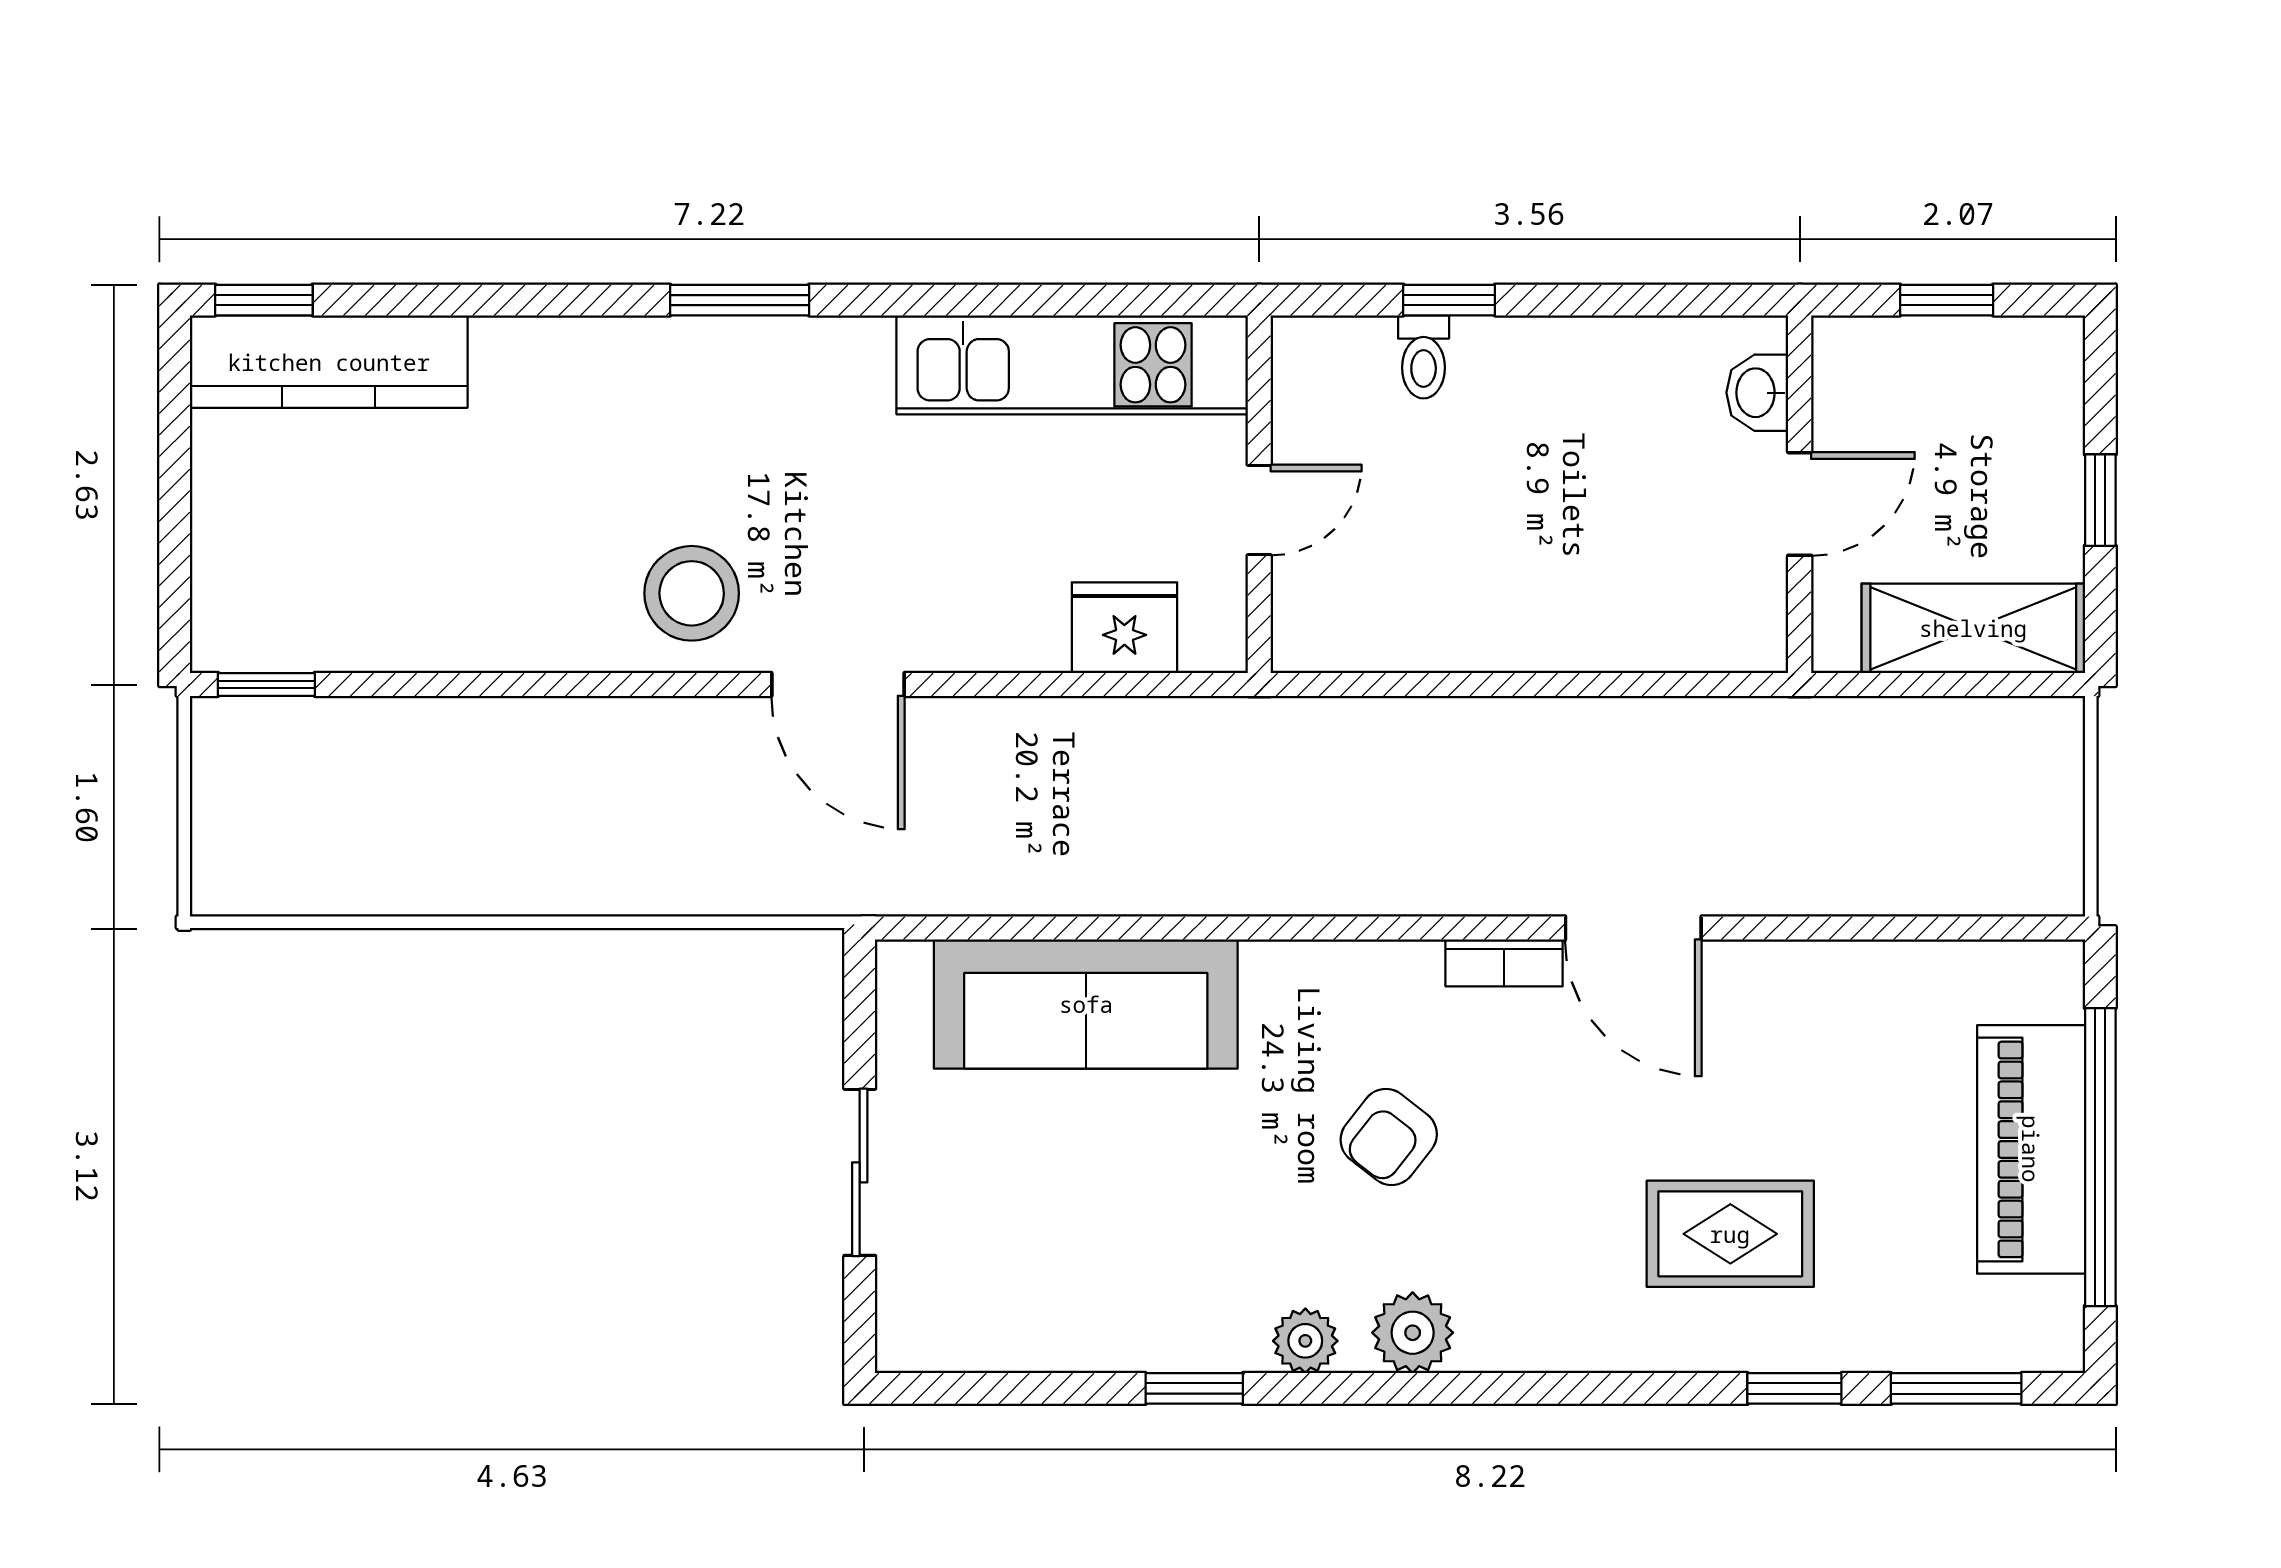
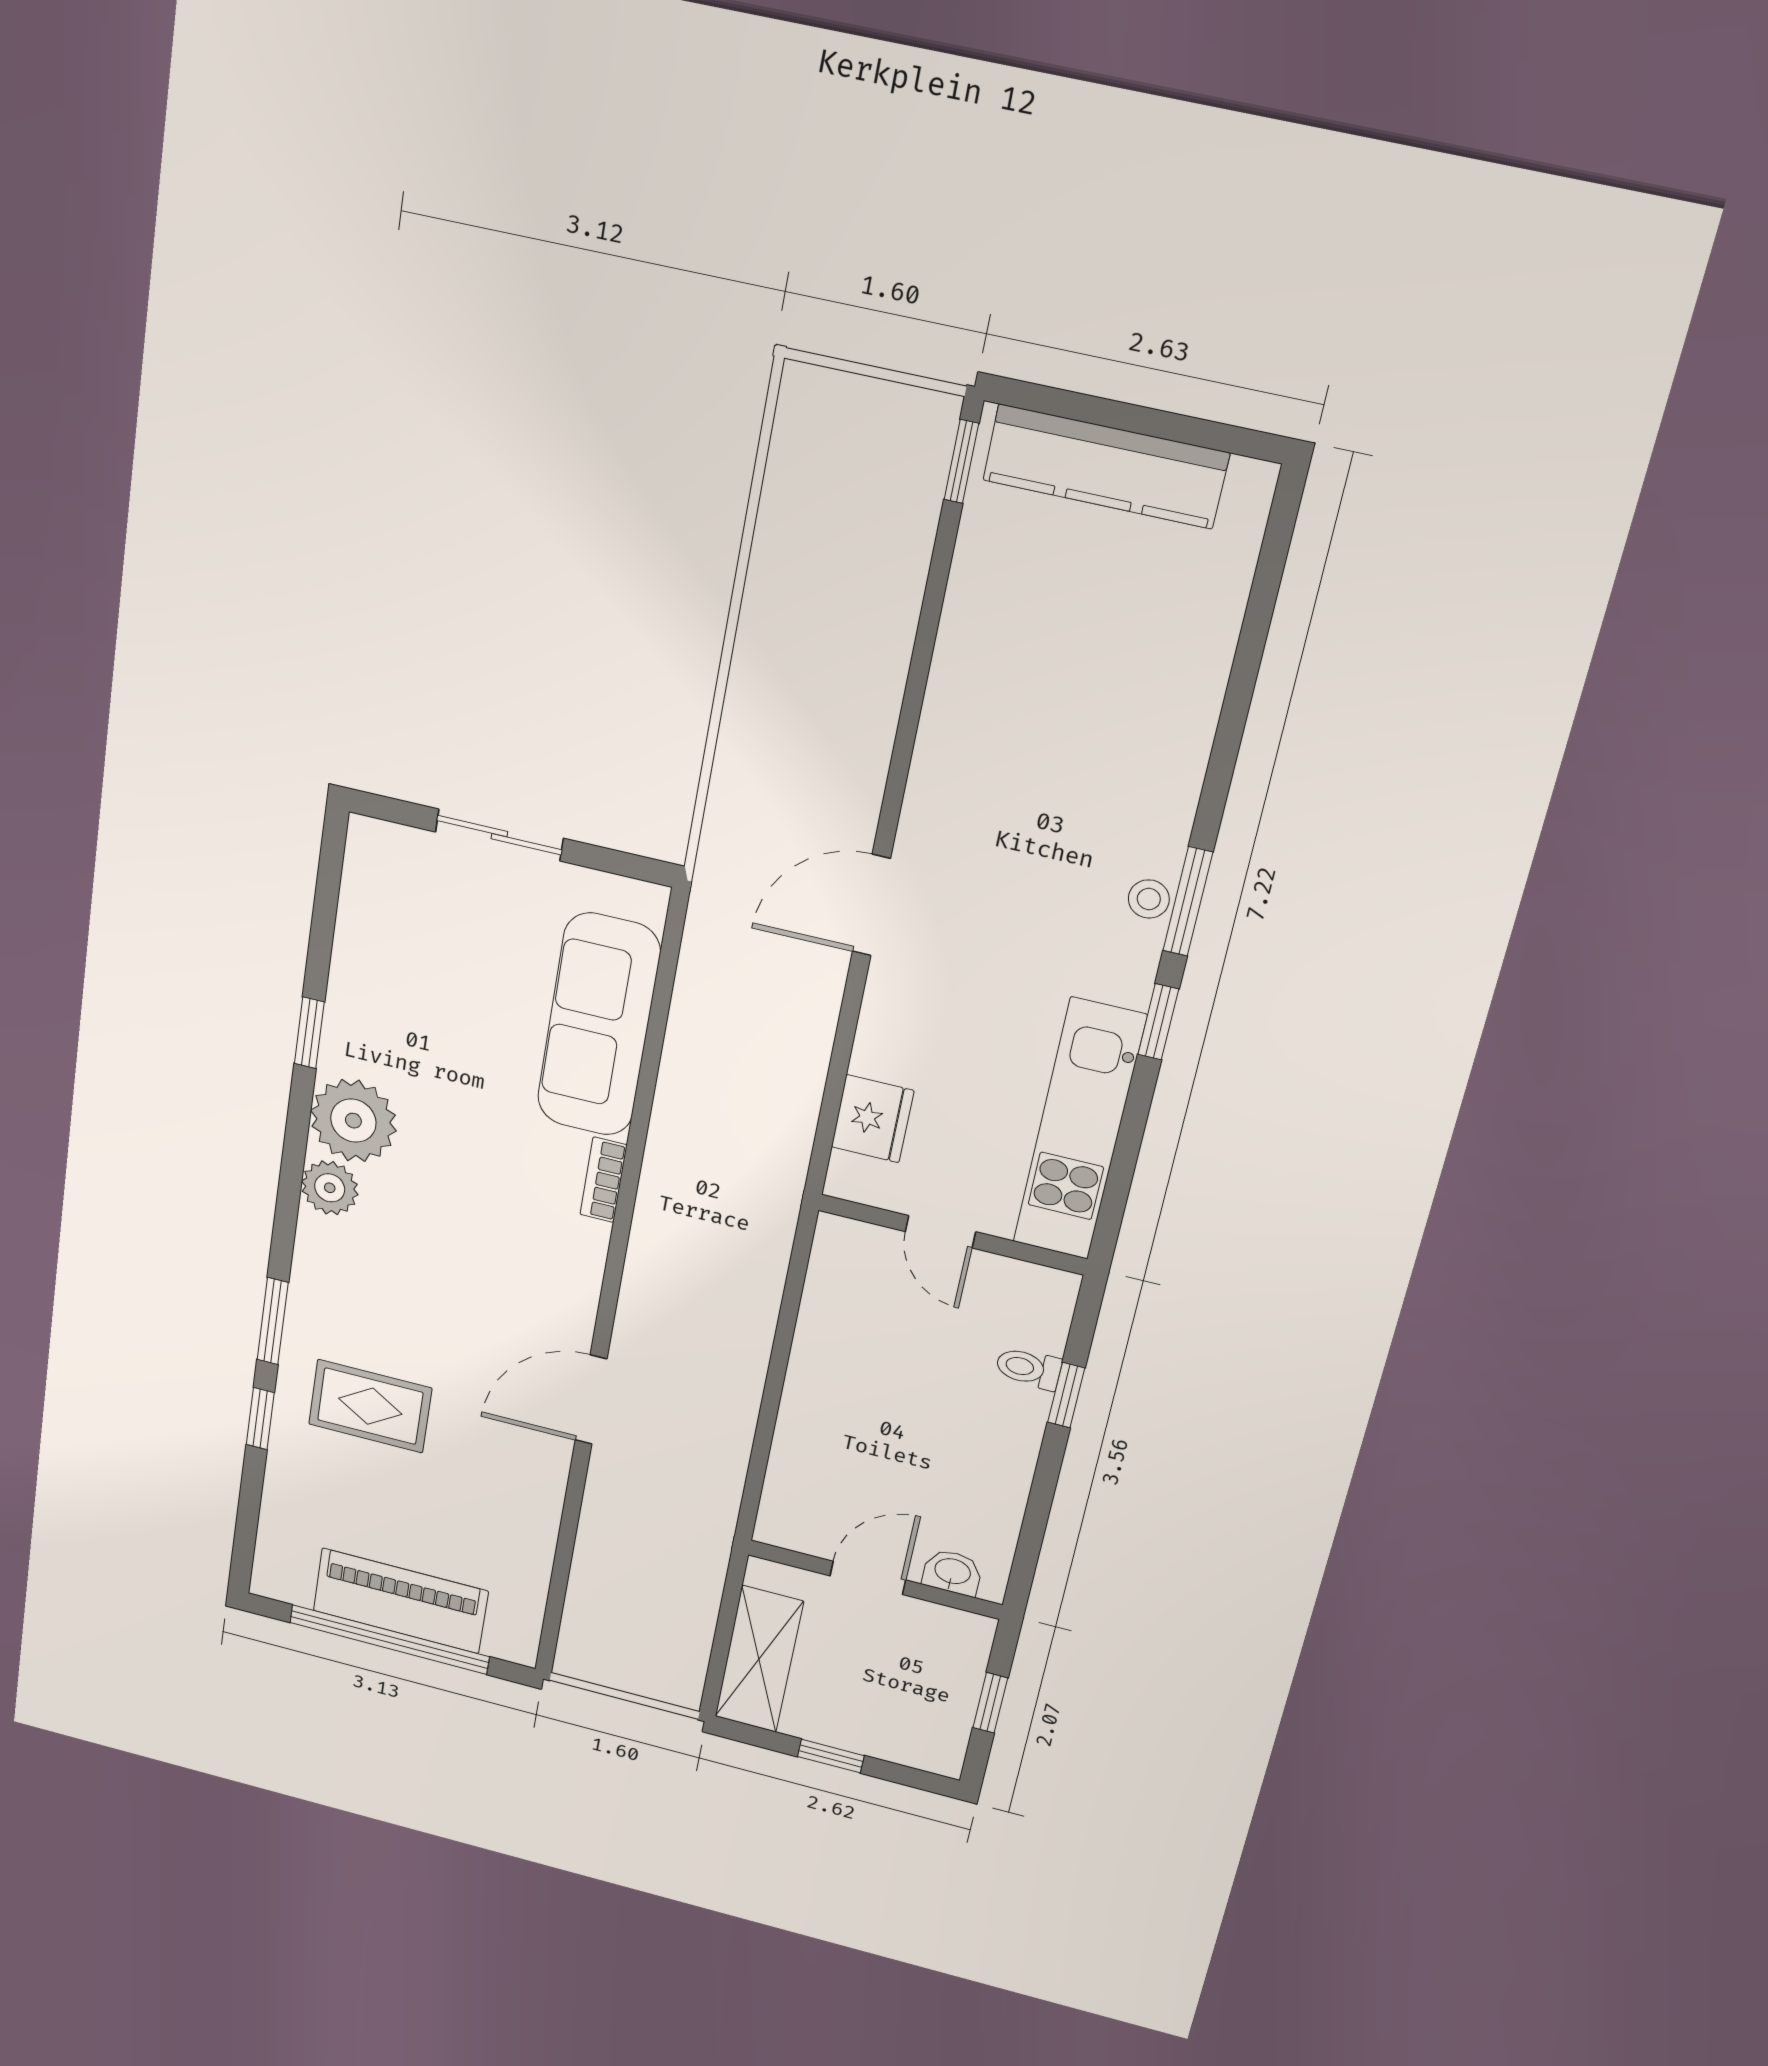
window: (264, 300) -> (1158, 1022), moved
kitchen counter: (329, 362) -> (1106, 466), moved, turned -90
door: (1800, 504) -> (868, 1578), swing flipped
stool: (692, 593) -> (1149, 899), moved, width x0.53, depth x0.53
bookcase: (1504, 963) -> (603, 1180), moved
armchair: (1389, 1137) -> (470, 1206), removed
rug: (1730, 1234) -> (370, 1406), turned 90
plant: (1305, 1341) -> (353, 1121), width x1.87, depth x1.87
window: (1956, 1388) -> (273, 1321), moved

